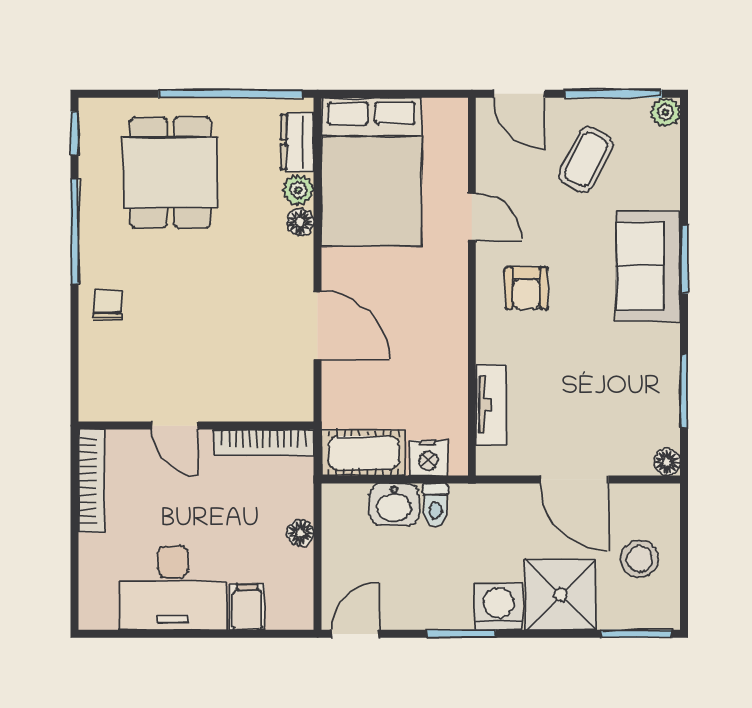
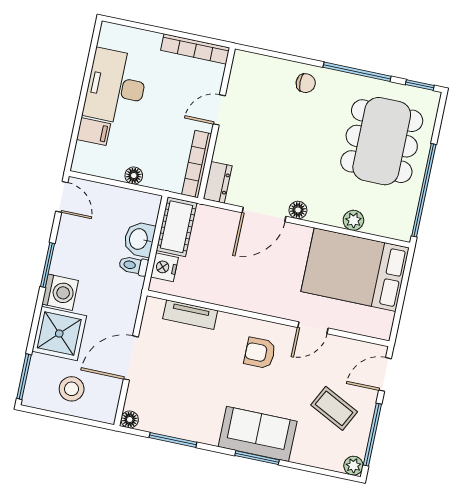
dresser: (297, 142) -> (218, 182), moved, turned 90
dining table: (171, 172) -> (382, 141), width x1.37
floor lamp: (300, 222) -> (298, 210), moved

